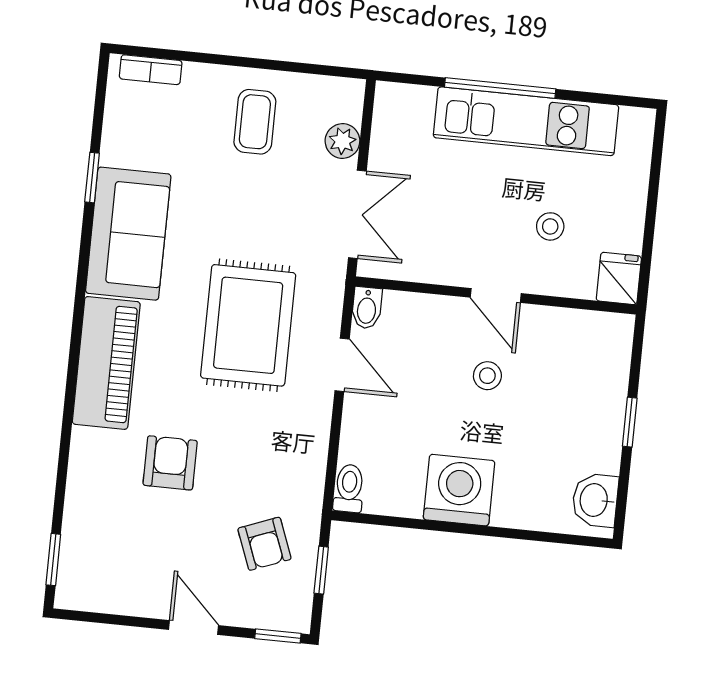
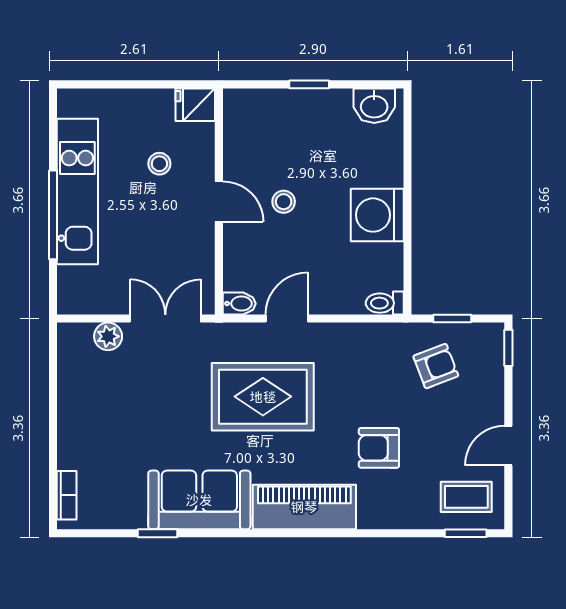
coffee table: (255, 122) -> (466, 497), moved
door: (496, 295) -> (219, 202), hinge flipped
door: (193, 627) -> (508, 446), moved

